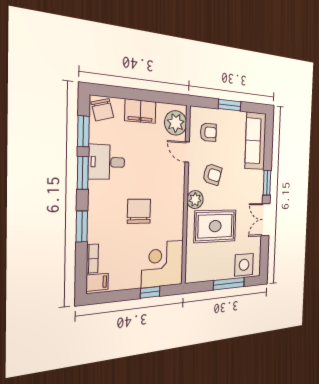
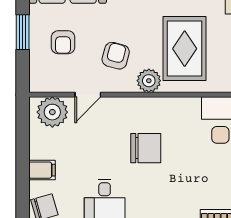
filing cabinet: (140, 111) -> (42, 170), width x0.50
armchair: (208, 132) -> (63, 42), moved, turned 180
chair: (139, 211) -> (146, 148), moved, turned 180

